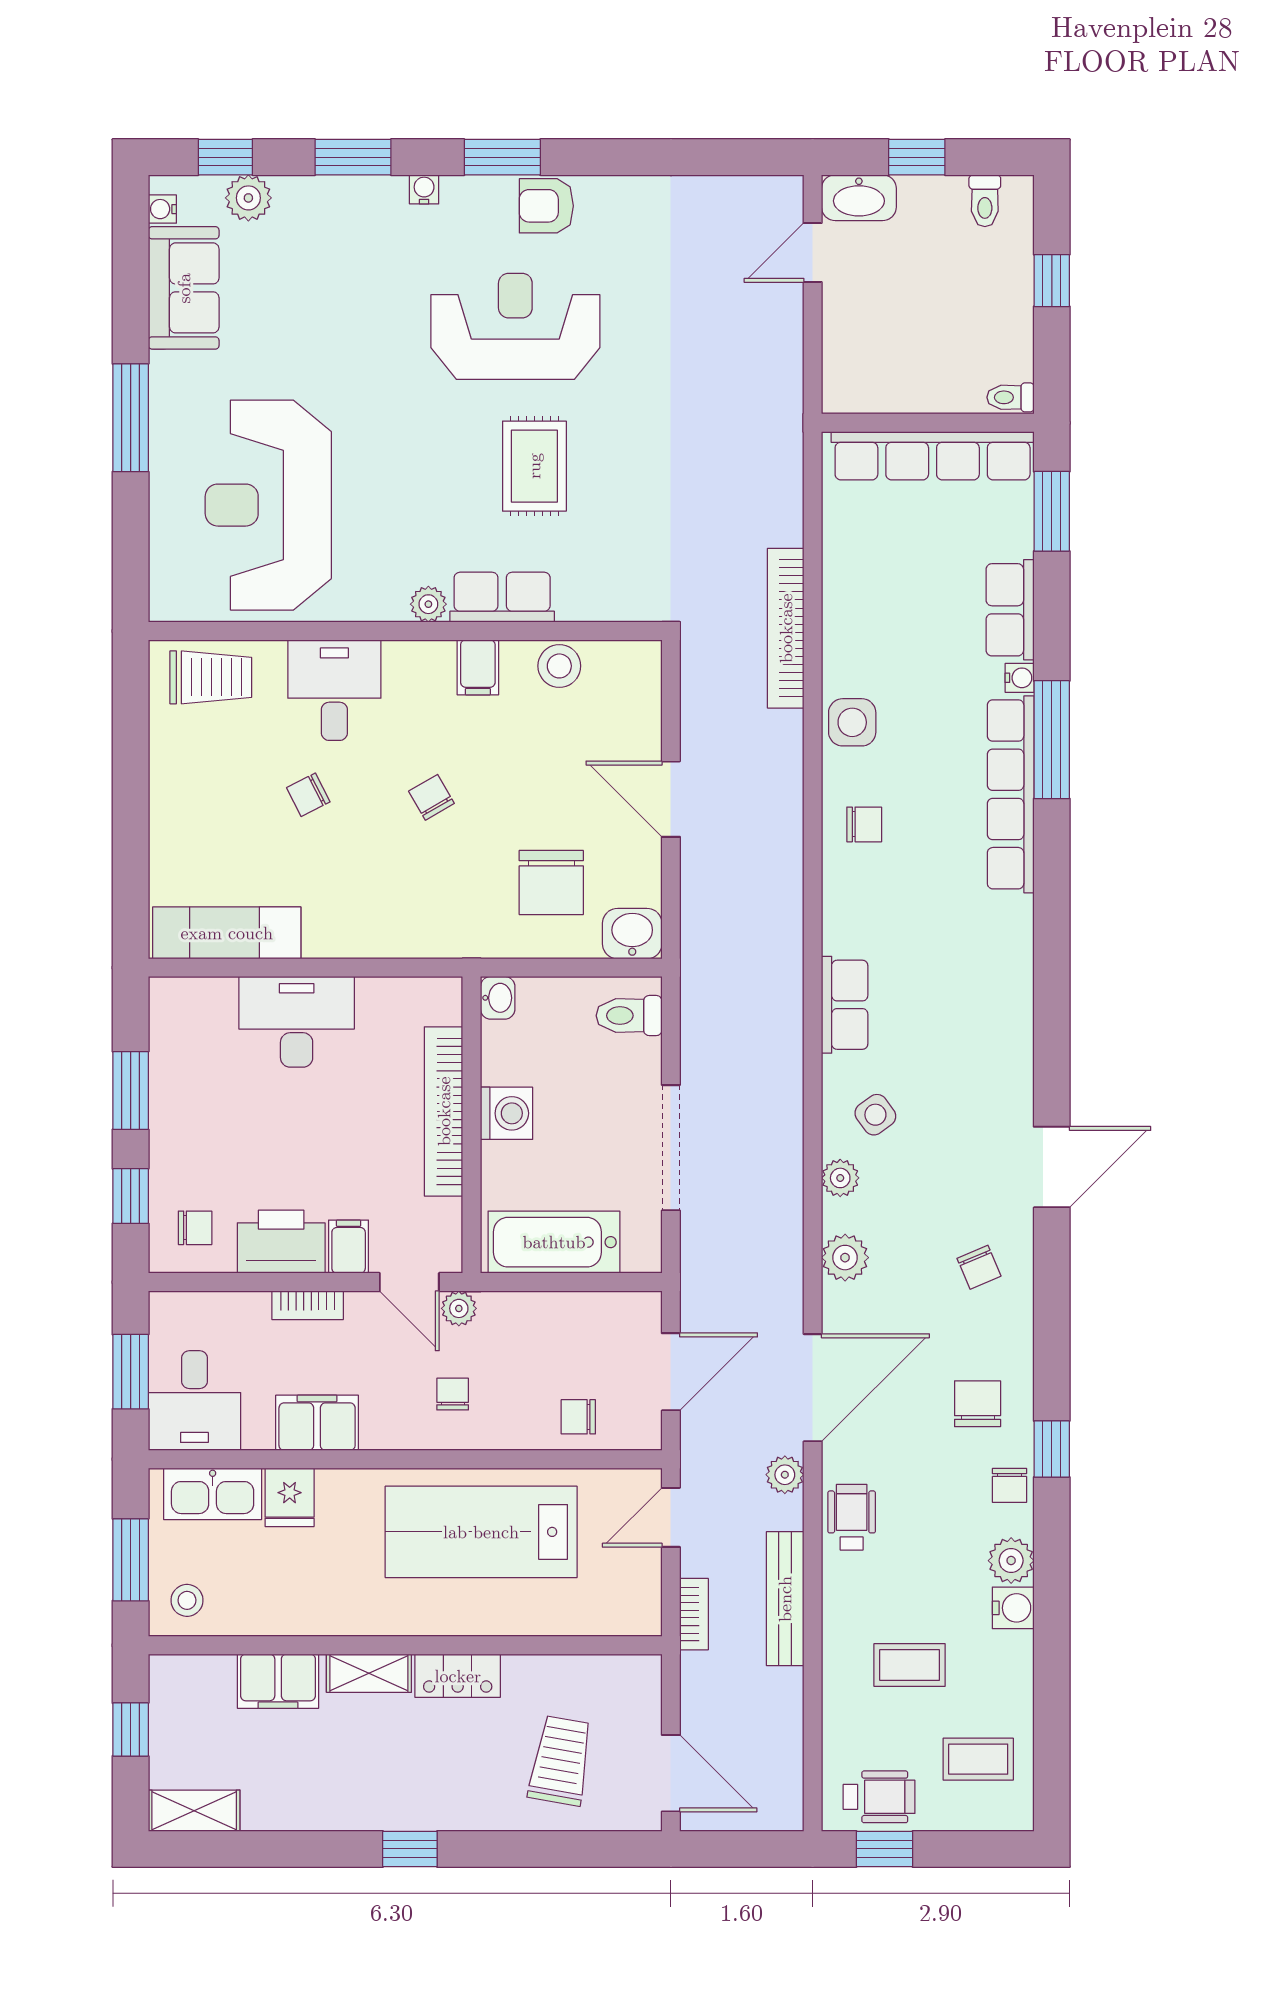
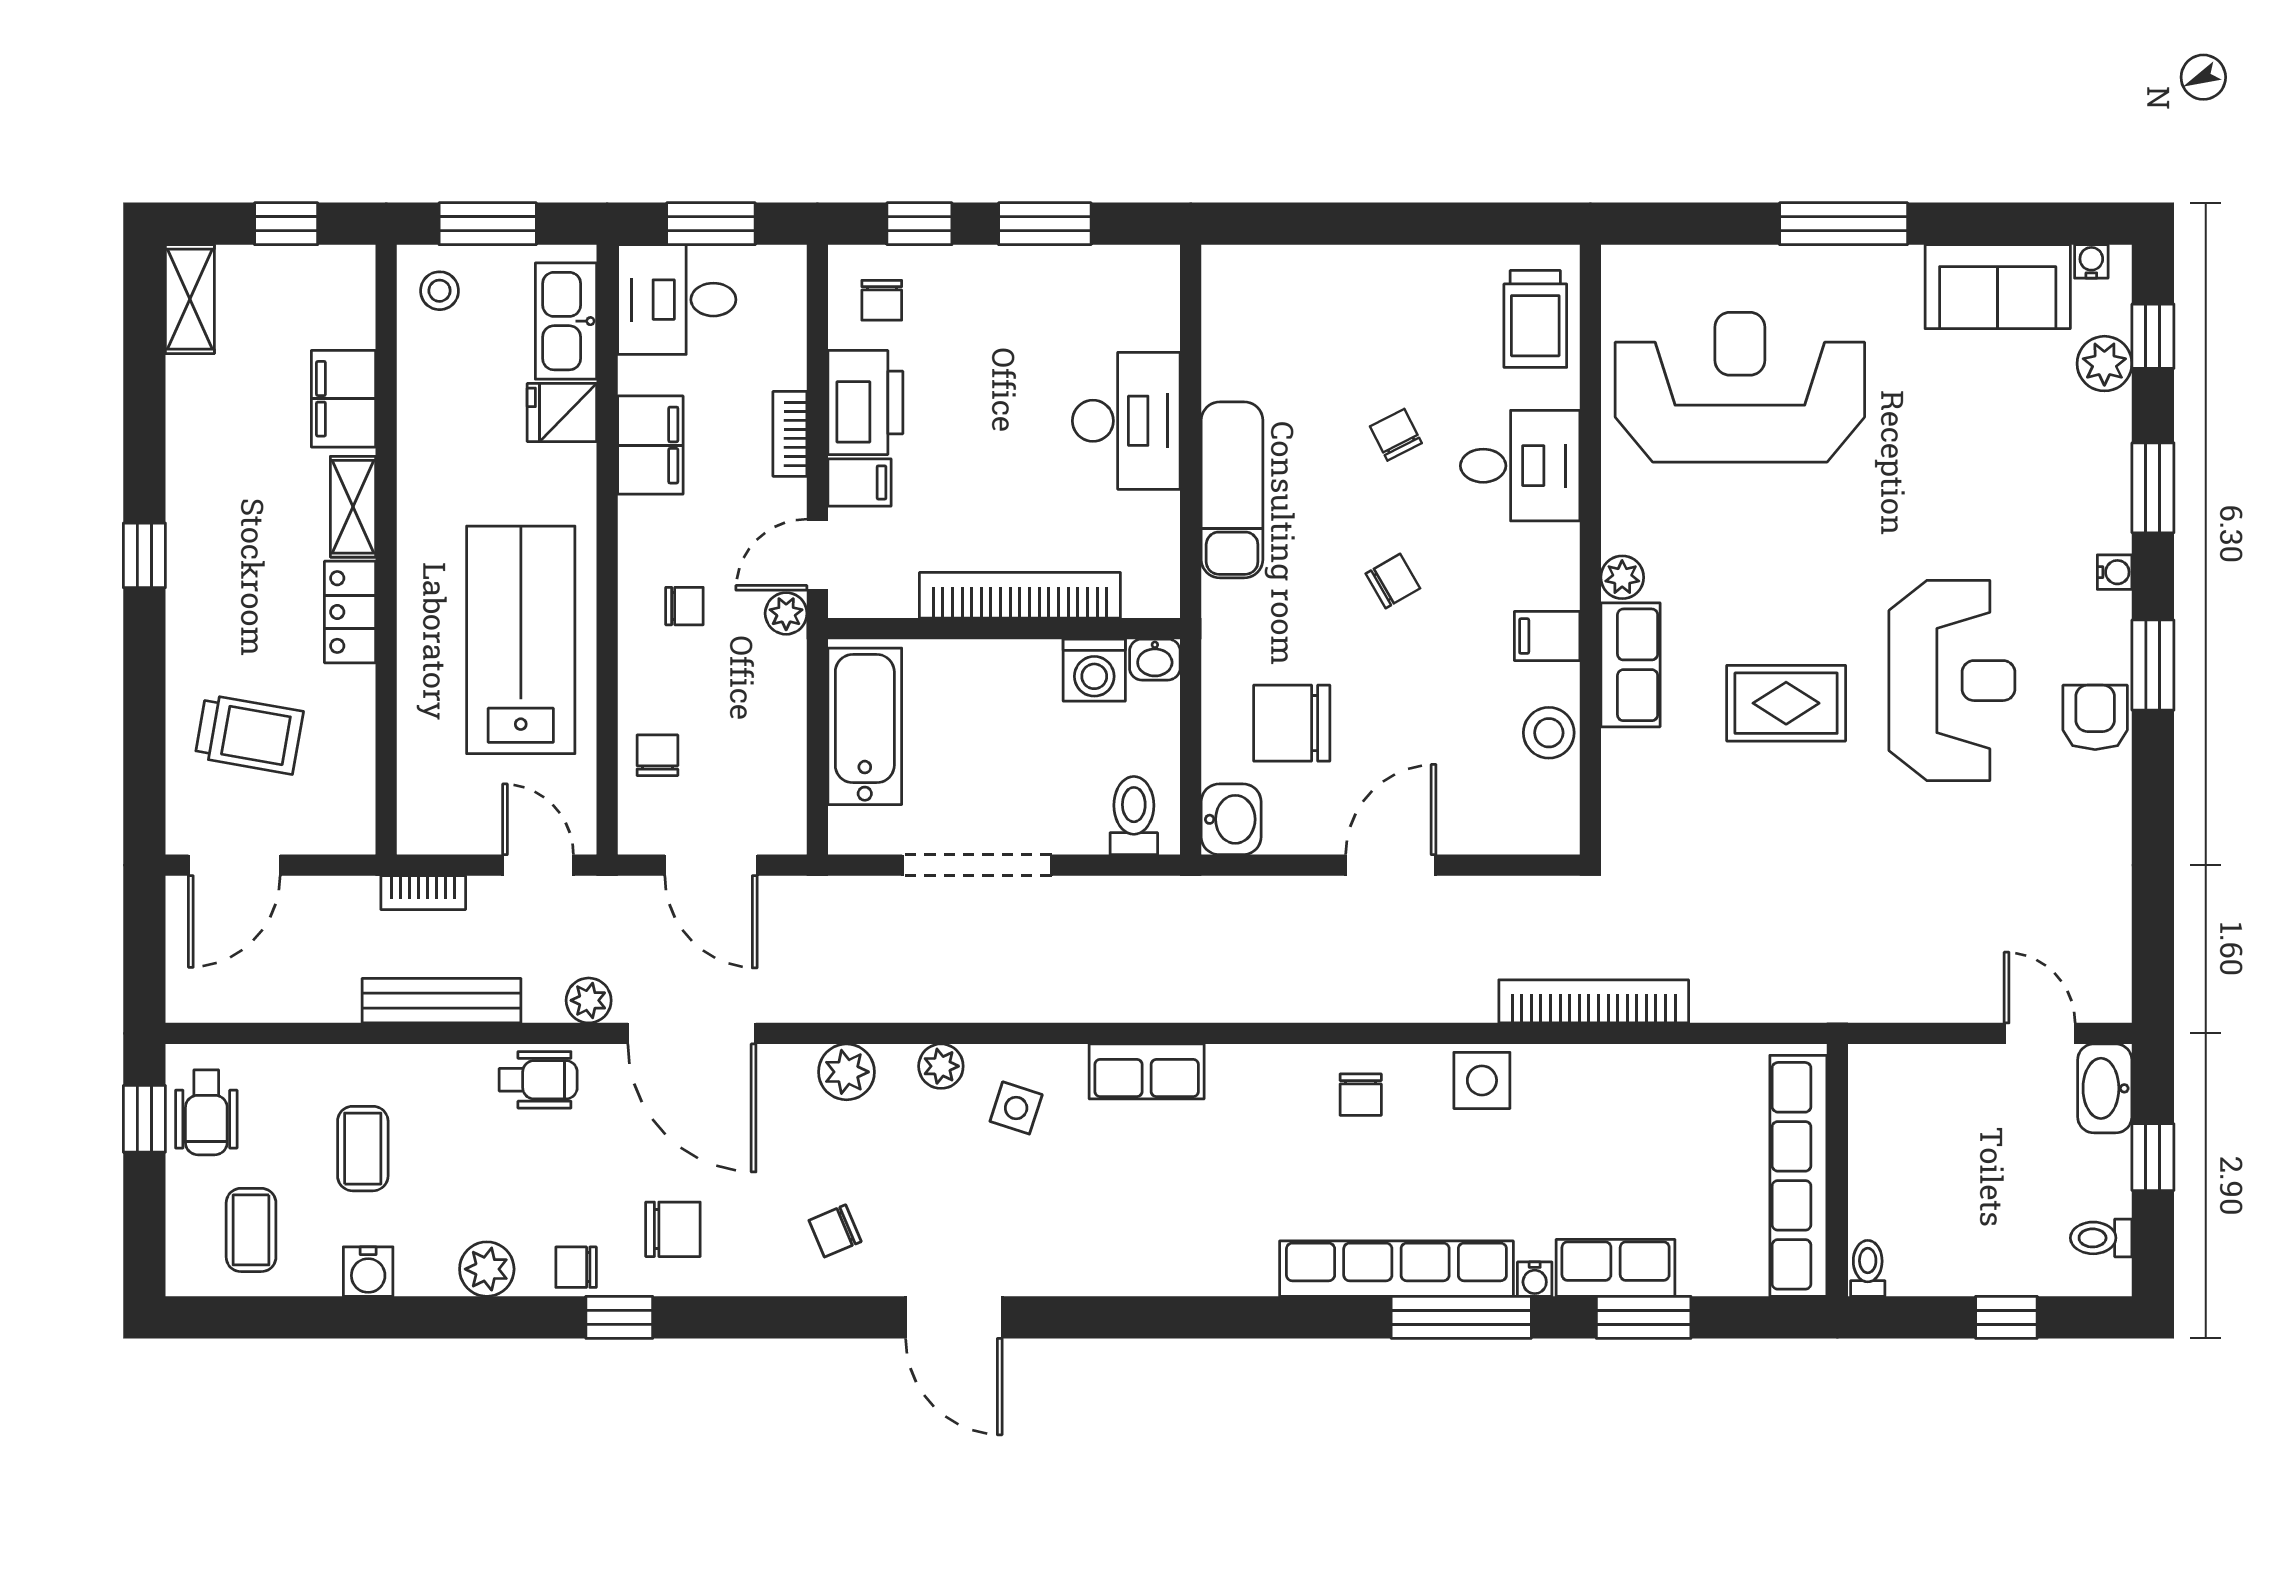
window: (1052, 511) -> (1644, 1317), moved
exam couch: (227, 933) -> (1232, 490), moved
washing machine: (507, 1113) -> (1094, 670), moved
side table: (875, 1115) -> (1016, 1108), turned -36
water cooler: (1013, 1608) -> (368, 1272), moved

